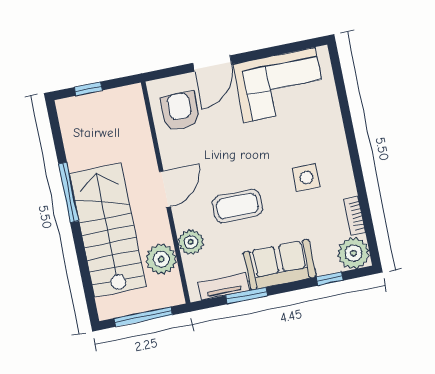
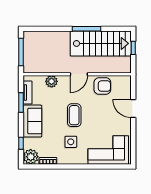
corner sofa: (280, 85) -> (108, 150), moved, turned 90
armchair: (180, 111) -> (102, 86), moved
door: (165, 189) -> (79, 74), hinge flipped
coffee table: (237, 206) -> (74, 115), moved
stairs: (108, 230) -> (101, 43), moved
plant: (161, 259) -> (46, 66), removed

